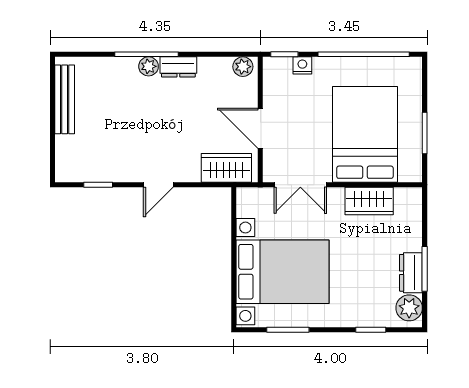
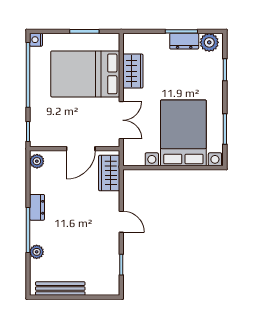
nightstand: (302, 65) -> (36, 40), moved
plant: (149, 66) -> (37, 252), moved

